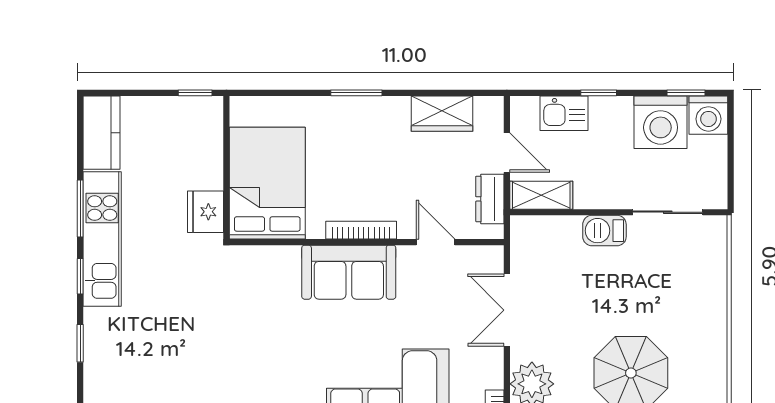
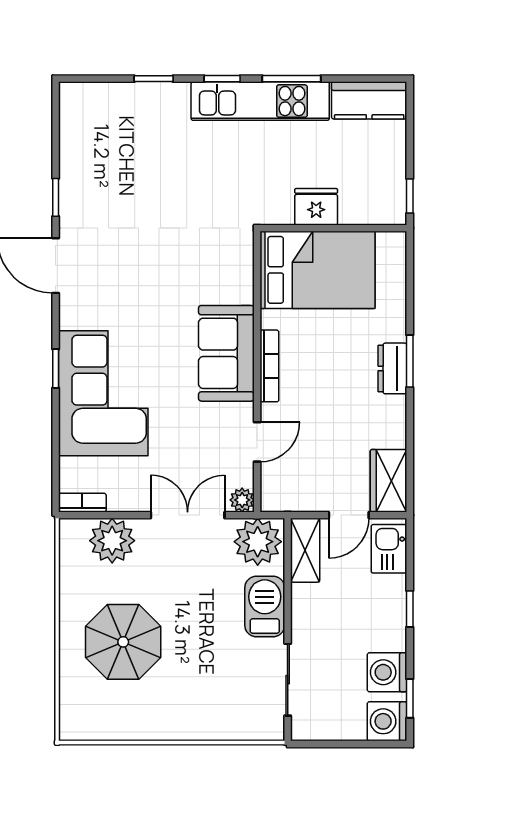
kitchen sink: (564, 113) -> (389, 549), moved
wardrobe: (442, 114) -> (389, 481), moved
washing machine: (661, 122) -> (387, 672), width x0.73, depth x0.73
dresser: (490, 199) -> (392, 368), moved, turned -90
fridge: (205, 212) -> (316, 207), moved
barbecue: (604, 231) -> (265, 607), width x1.38, depth x1.27
plant: (533, 242) -> (258, 542), added
plant: (492, 257) -> (242, 500), added

